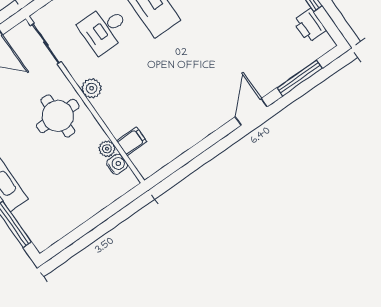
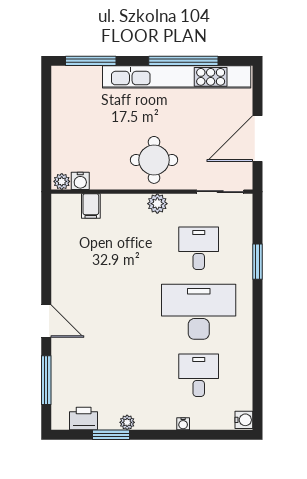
plant: (107, 149) -> (62, 181), moved

